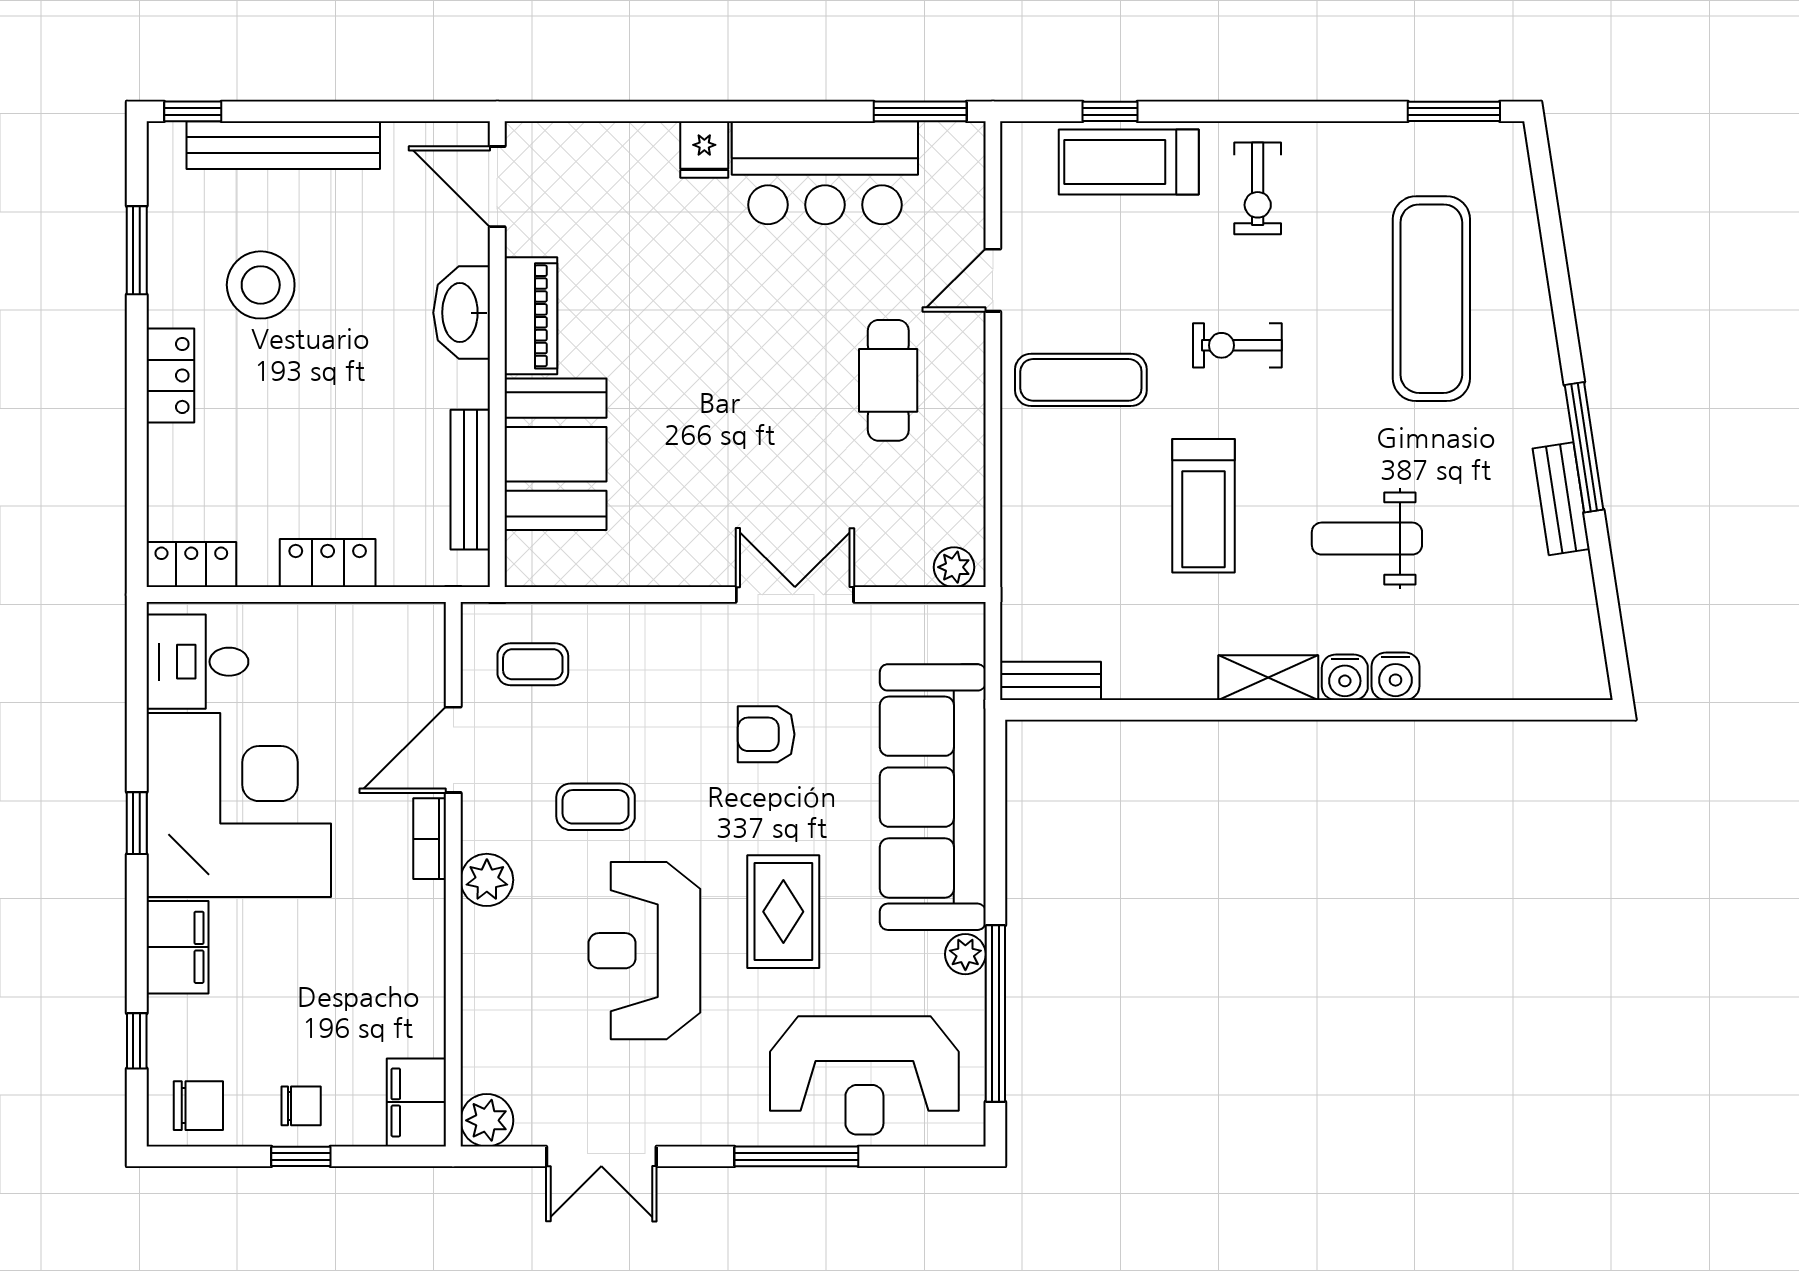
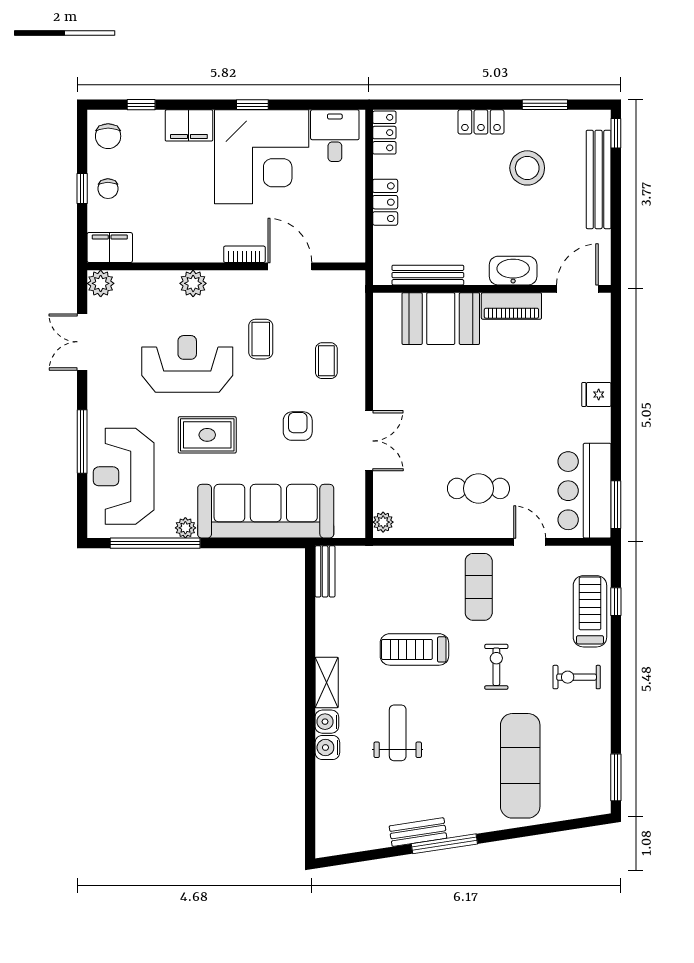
bar counter: (825, 173) -> (584, 491), moved
exercise mat: (1431, 299) -> (520, 766), turned 90
coffee table: (533, 664) -> (326, 361), moved
plant: (487, 880) -> (193, 283), moved

